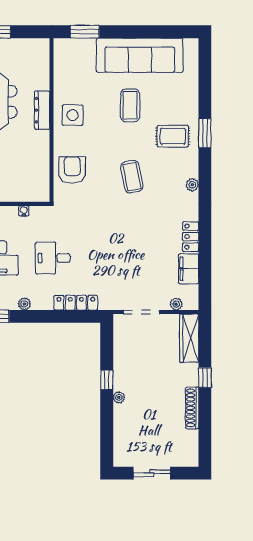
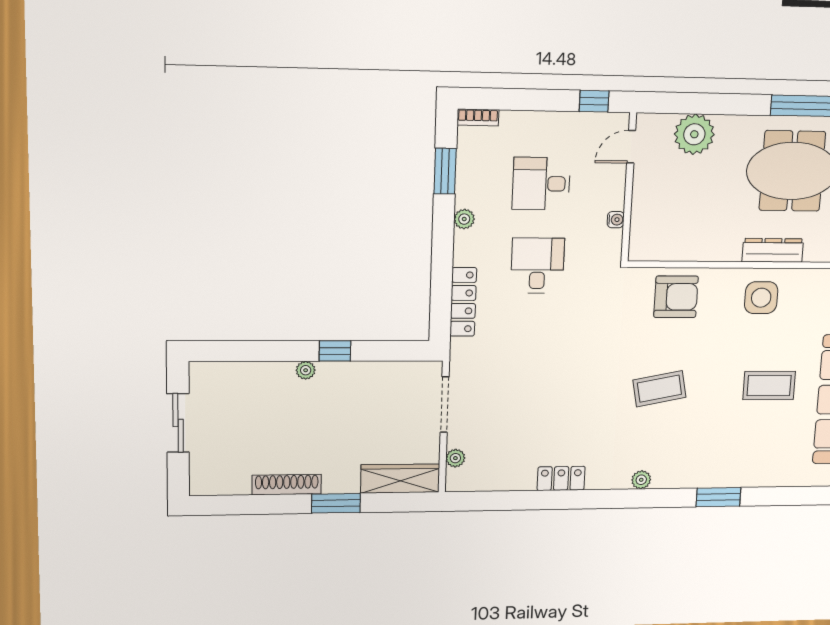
rug: (173, 136) -> (718, 450), removed
filing cabinet: (189, 269) -> (511, 476), removed
window: (205, 378) -> (336, 503), width x1.50

